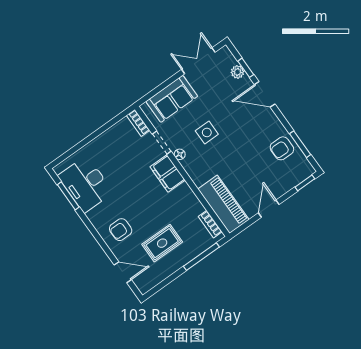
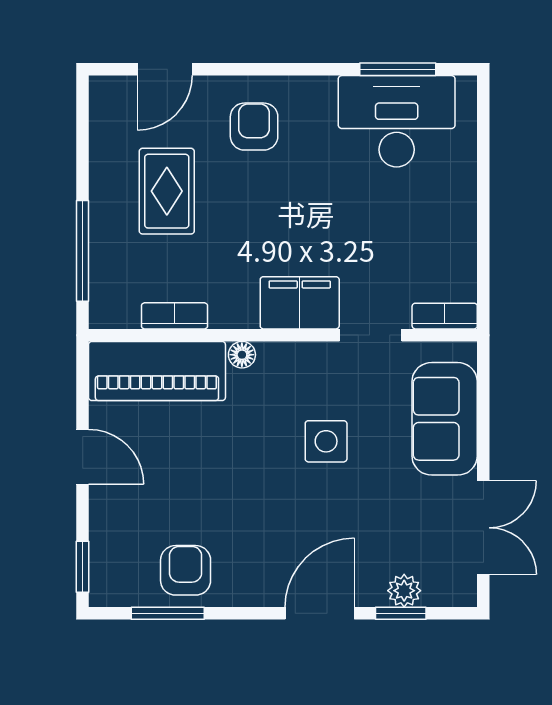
floor lamp: (180, 154) -> (242, 355), moved
bookcase: (210, 224) -> (174, 316), moved

